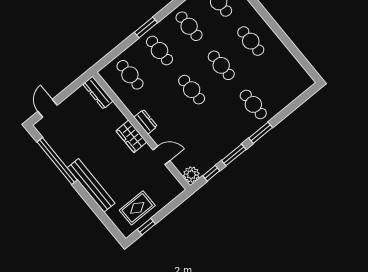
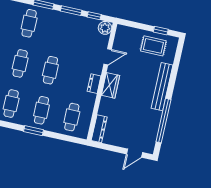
door: (161, 155) -> (108, 57), swing flipped

